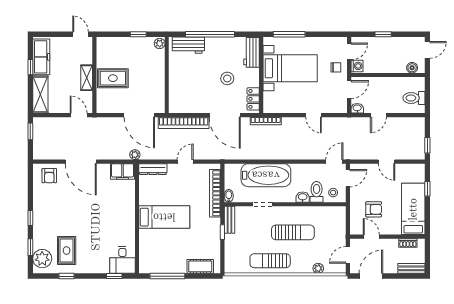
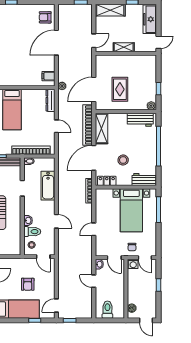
workbench: (188, 45) -> (140, 120), moved, turned -90
freezer: (41, 57) -> (150, 19), moved, turned 90
rug: (113, 78) -> (120, 89), moved
shelving: (188, 105) -> (101, 129), added
door: (334, 162) -> (56, 221), moved
door: (387, 162) -> (56, 305), moved
filing cabinet: (123, 171) -> (49, 76), width x0.50
bathtub: (266, 175) -> (48, 186), width x0.73, depth x0.73
armchair: (374, 209) -> (28, 284), moved

